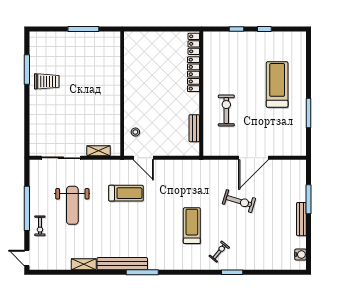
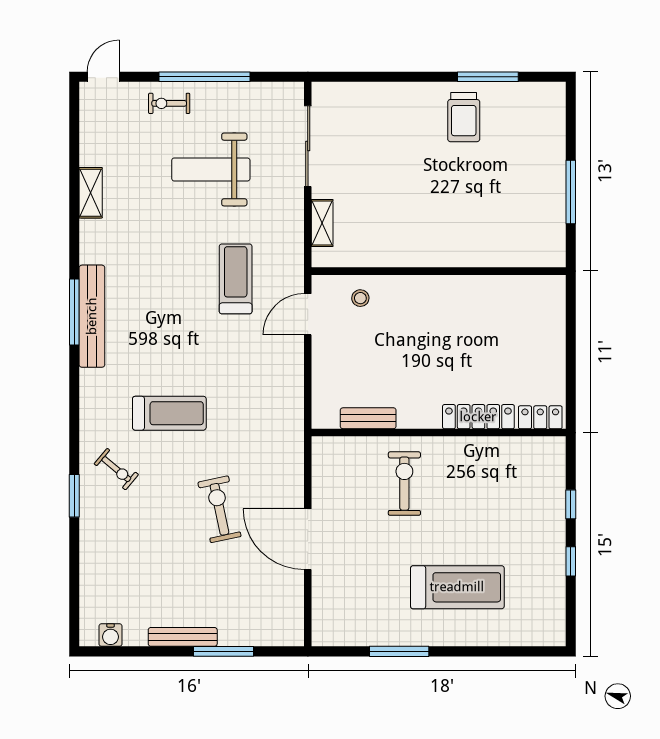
exercise bike: (226, 110) -> (404, 484), turned -90
treadmill: (126, 193) -> (236, 279), turned 180
exercise bike: (239, 201) -> (219, 509), turned 151
bench: (122, 264) -> (92, 316), moved

